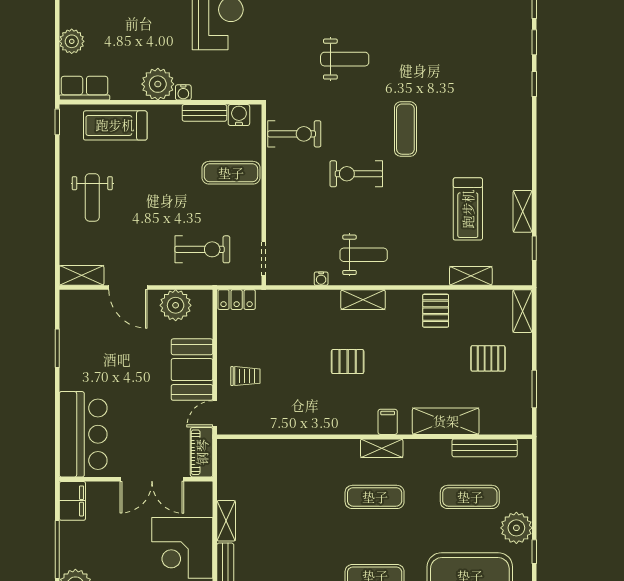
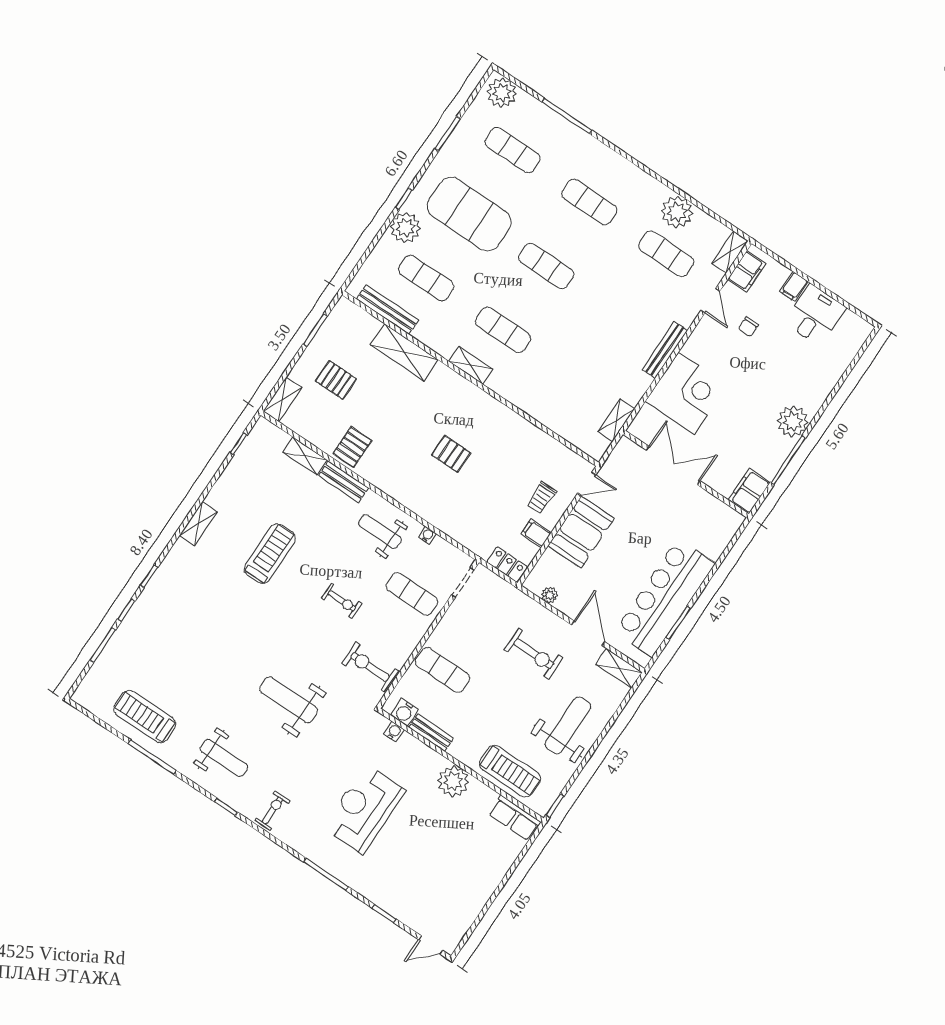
plant: (72, 41) -> (499, 863), removed
weight bench: (345, 59) -> (289, 700), width x1.36, depth x1.33
water cooler: (183, 92) -> (394, 732), moved
exercise mat: (405, 129) -> (412, 594), moved, turned 90
exercise bike: (356, 174) -> (342, 601), width x0.73, depth x0.72
weight bench: (92, 197) -> (568, 725), width x1.36, depth x1.33
treadmill: (468, 209) -> (270, 554), moved
shelving: (523, 211) -> (198, 524), moved
exercise bike: (202, 249) -> (534, 654), moved, turned 180
bench: (423, 276) -> (343, 482), added
shelving: (363, 300) -> (405, 495), removed
plant: (176, 305) -> (550, 595), width x0.53, depth x0.53
trolley: (245, 376) -> (542, 498), turned -90
filing cabinet: (388, 422) -> (536, 533), moved, turned 90
bar counter: (83, 434) -> (665, 598), moved, width x1.36
piano: (202, 452) -> (618, 460), removed
shelving: (226, 521) -> (616, 420), moved

